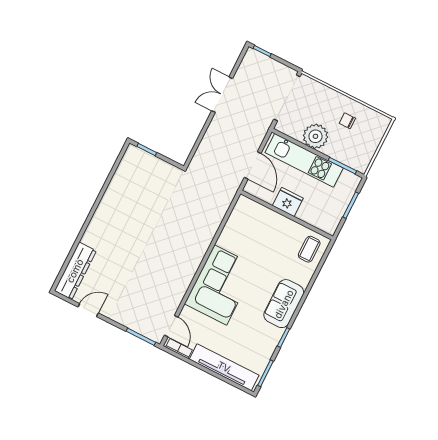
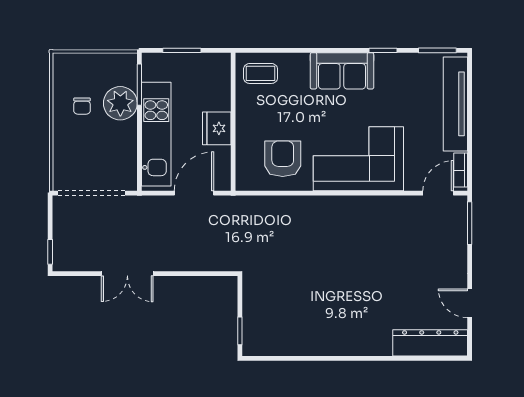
plant: (315, 136) -> (120, 103), moved
armchair: (246, 235) -> (283, 159), added

